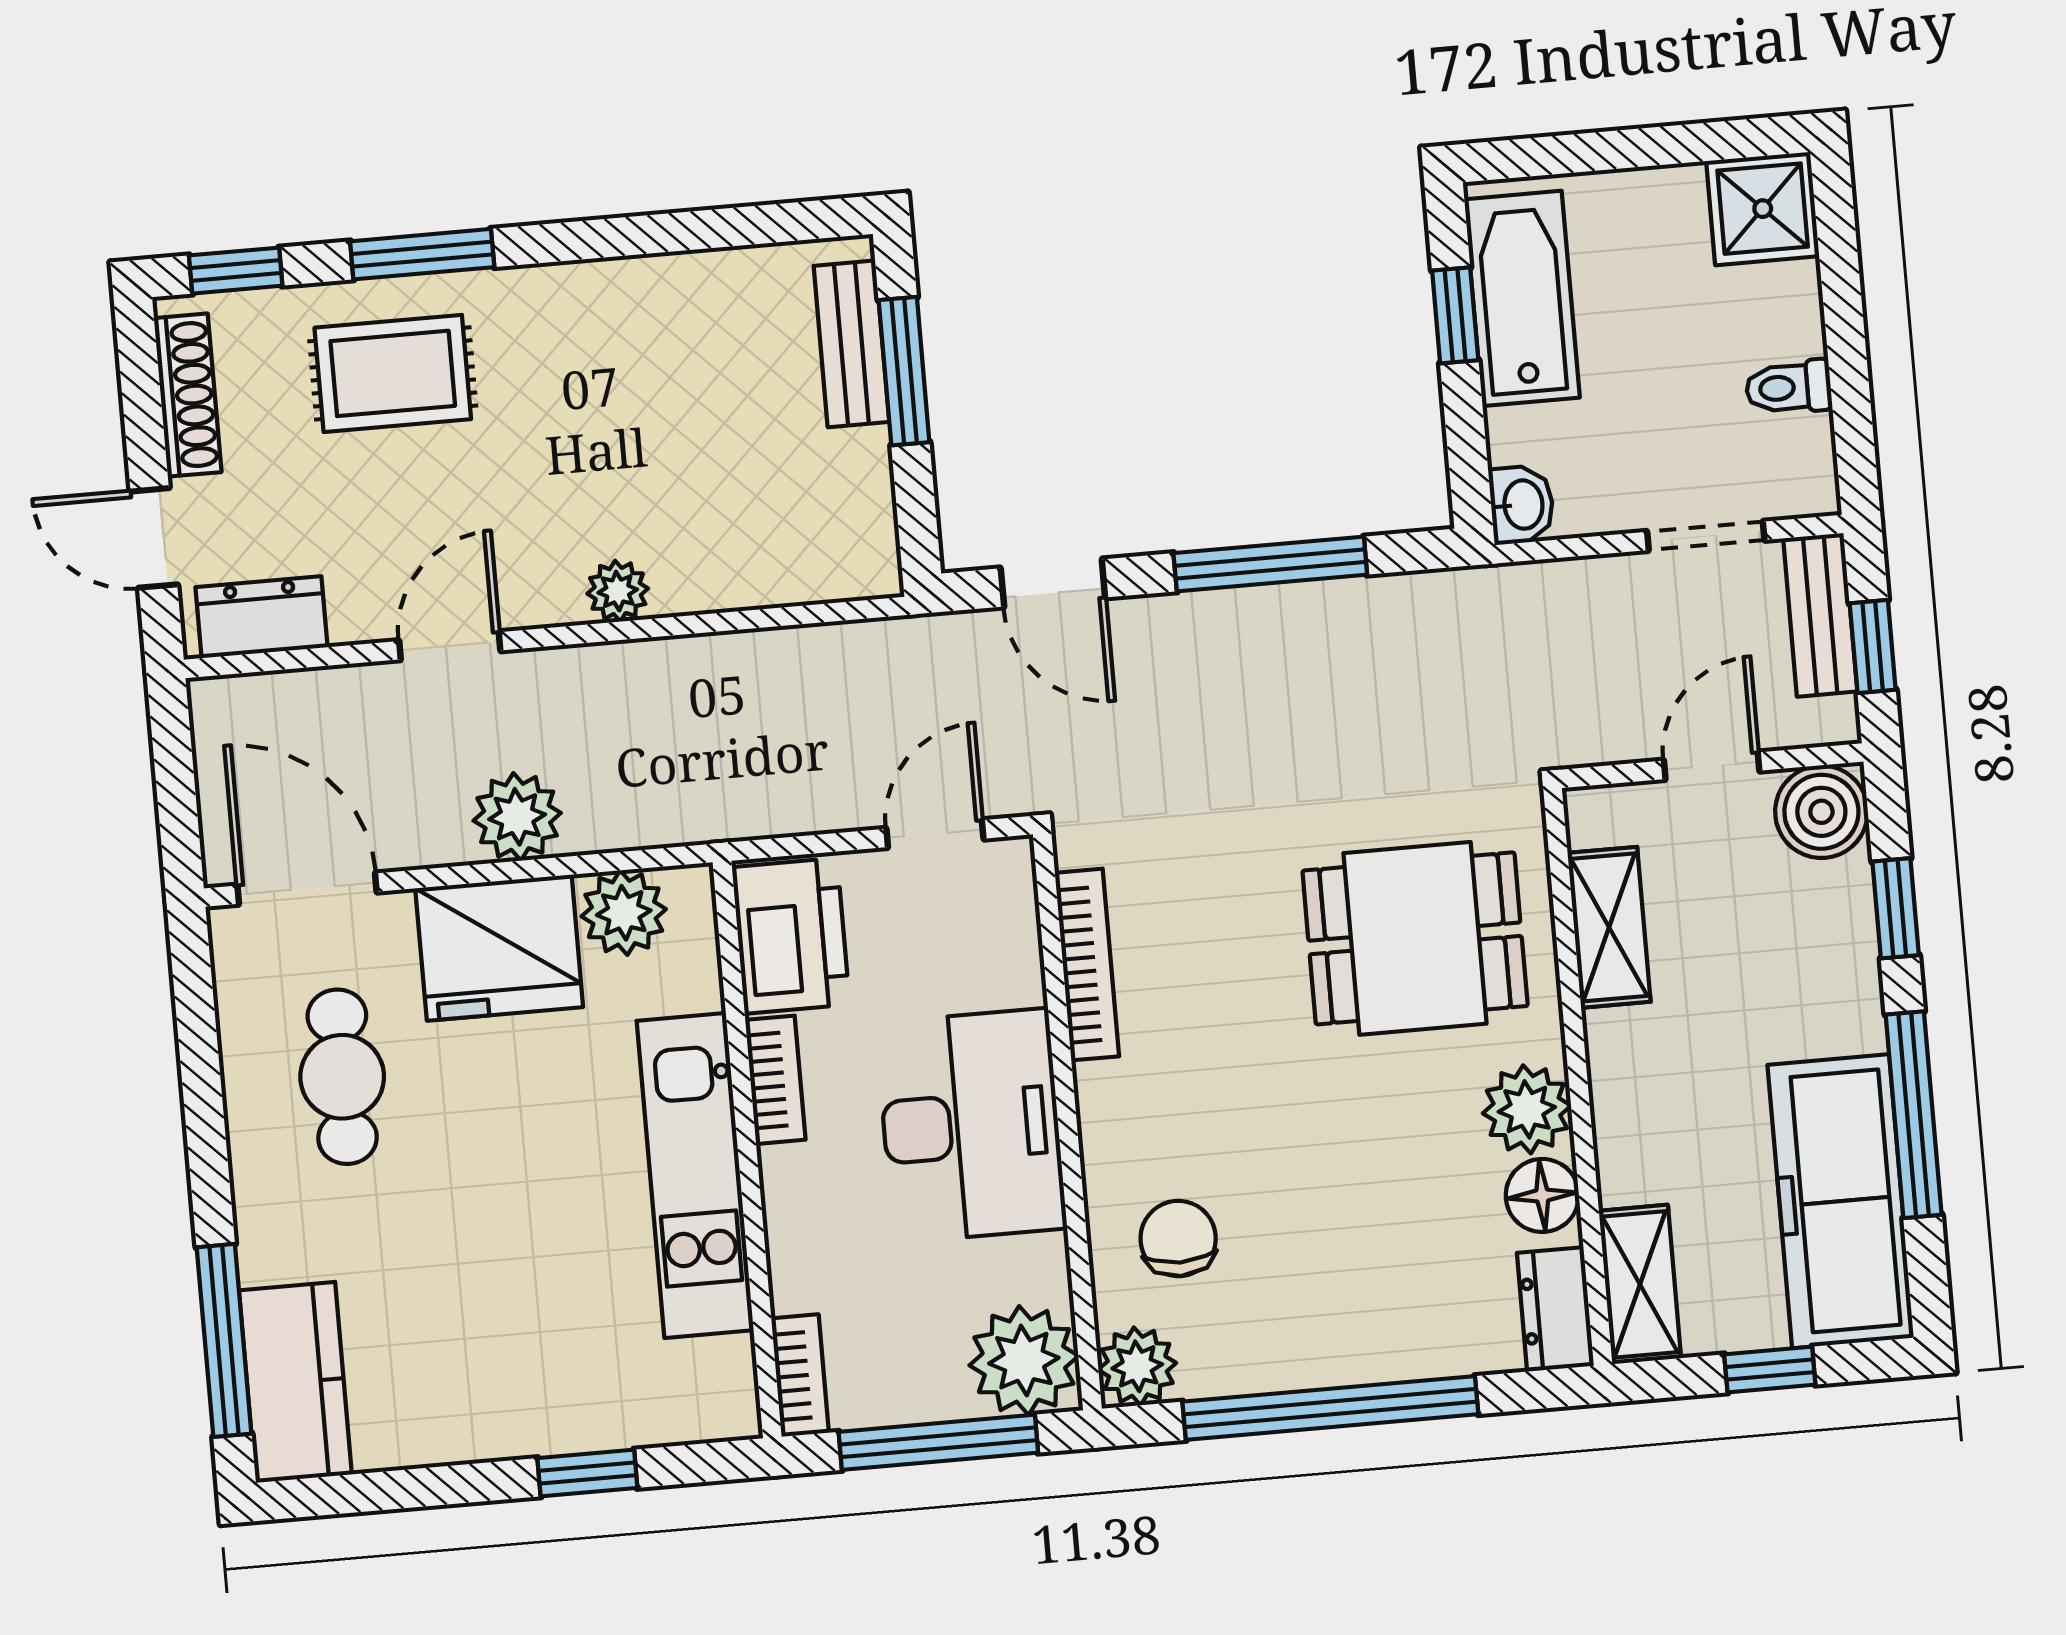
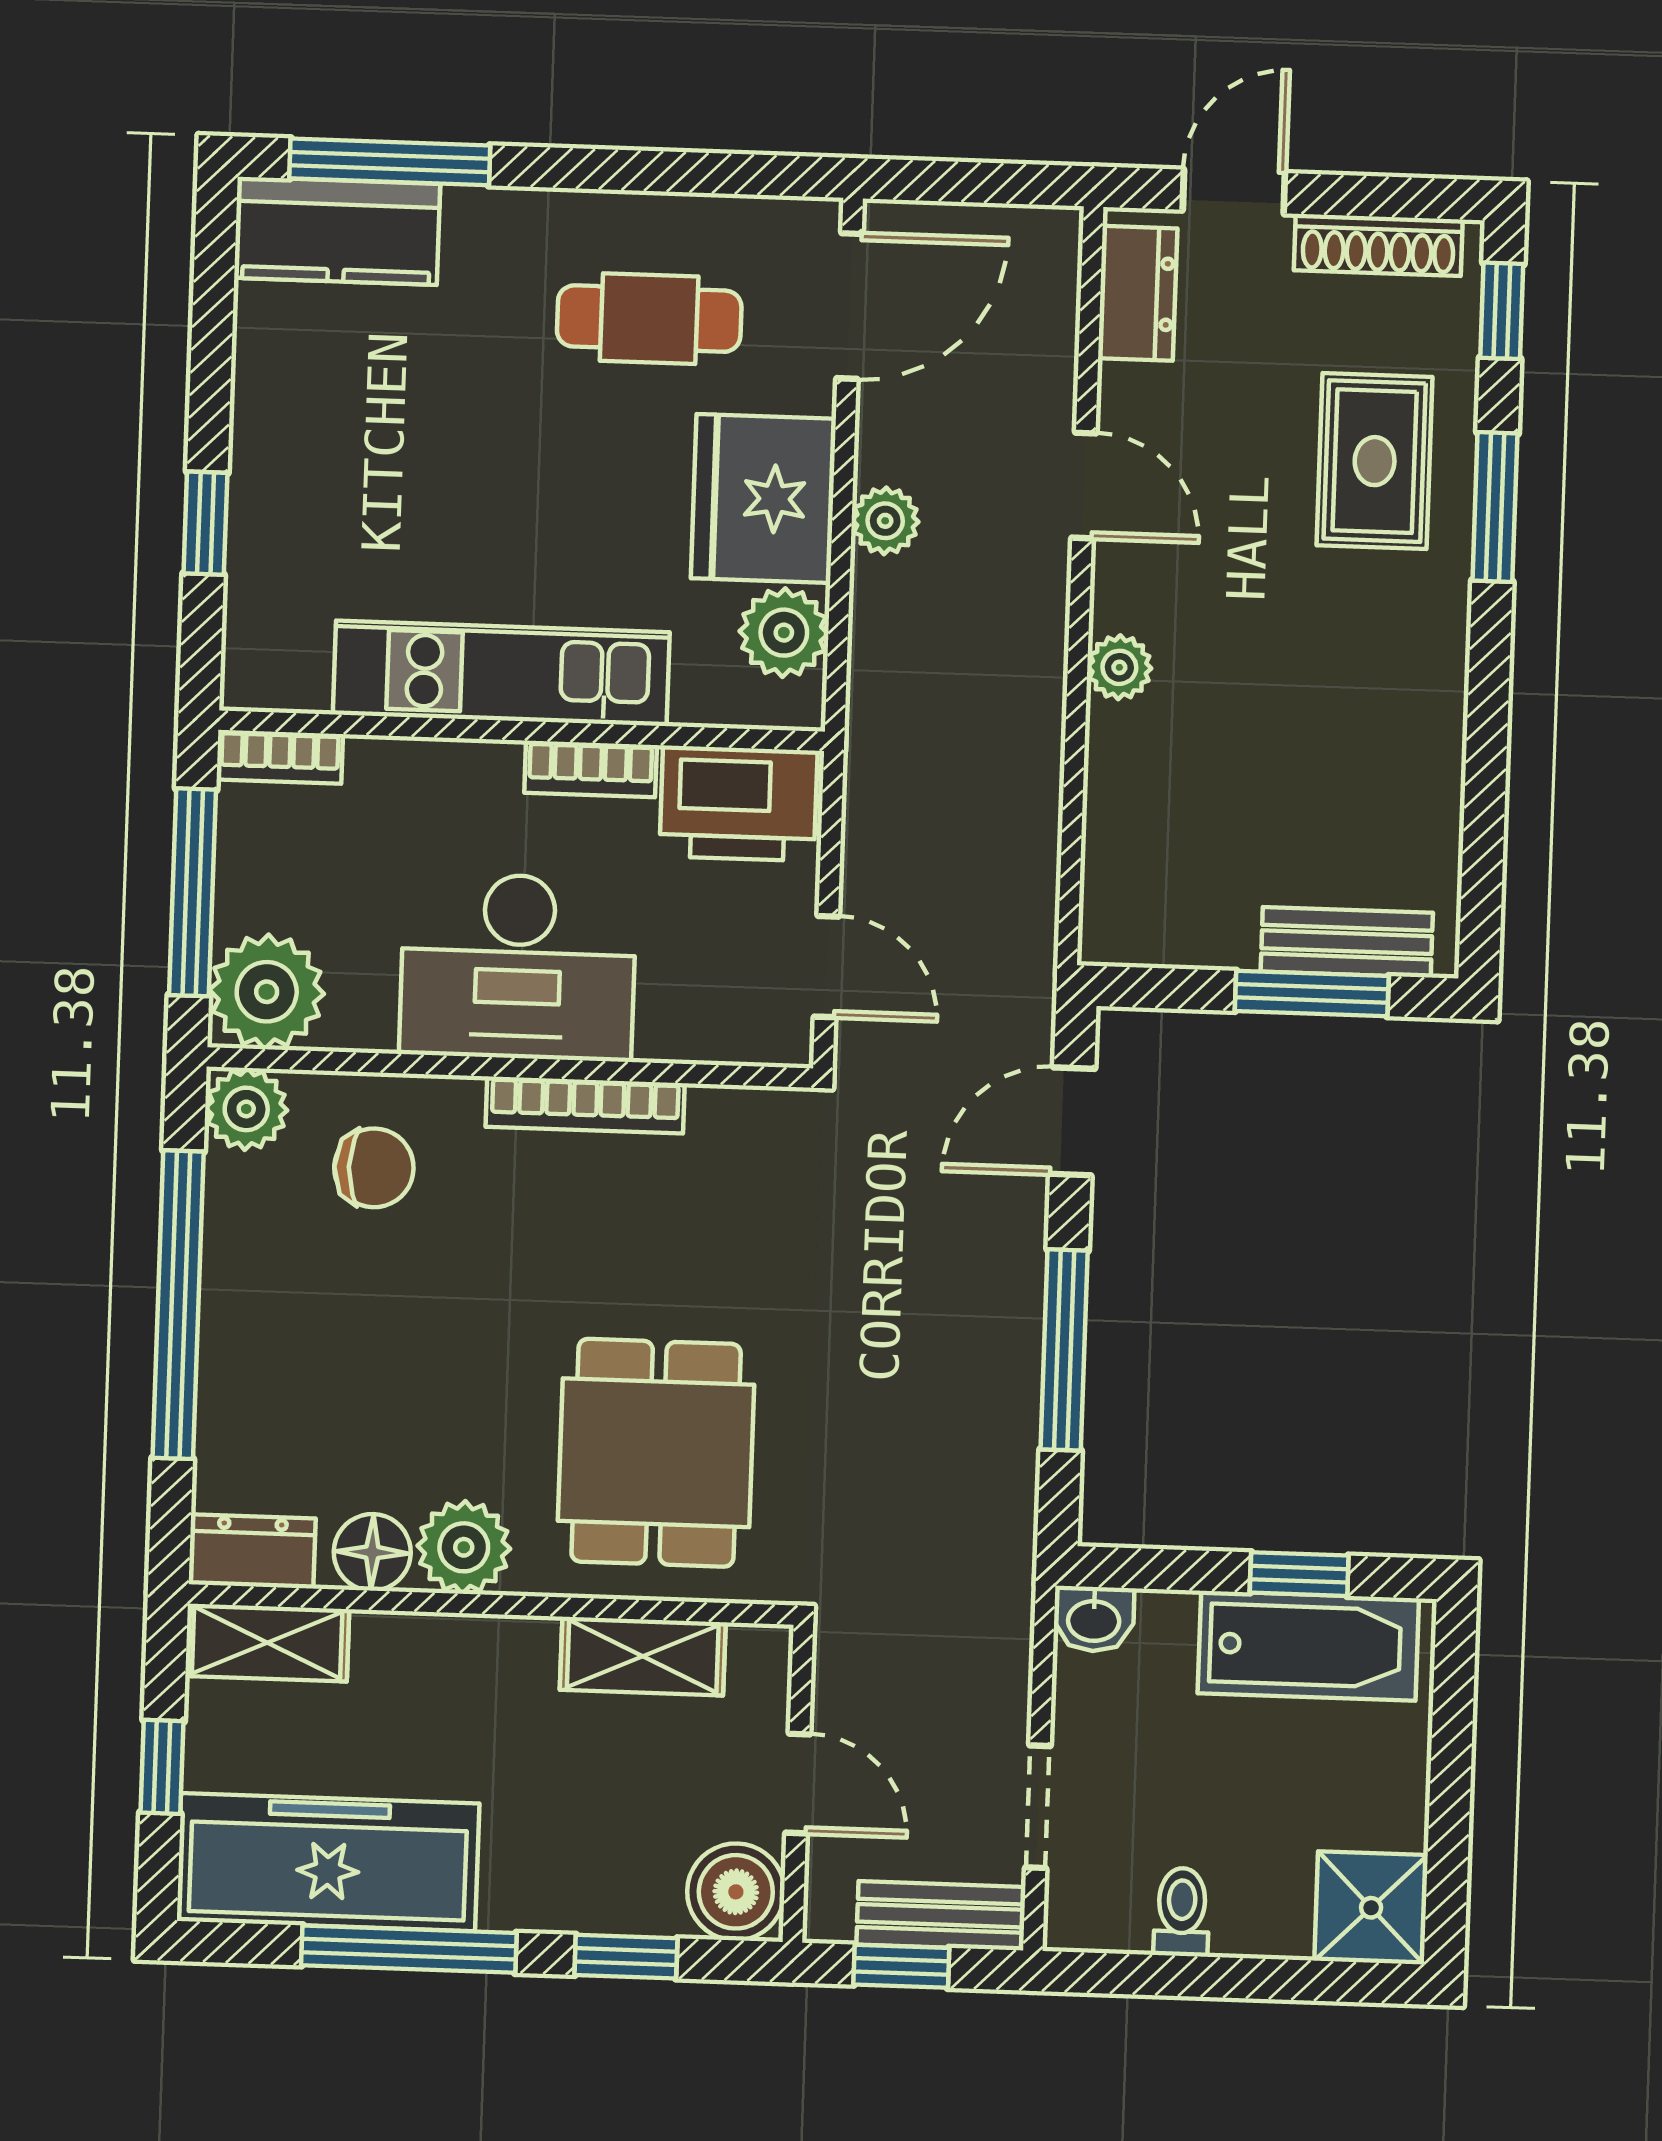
plant: (517, 817) -> (885, 521), width x0.73, depth x0.73
bookcase: (1087, 965) -> (585, 1105), moved

